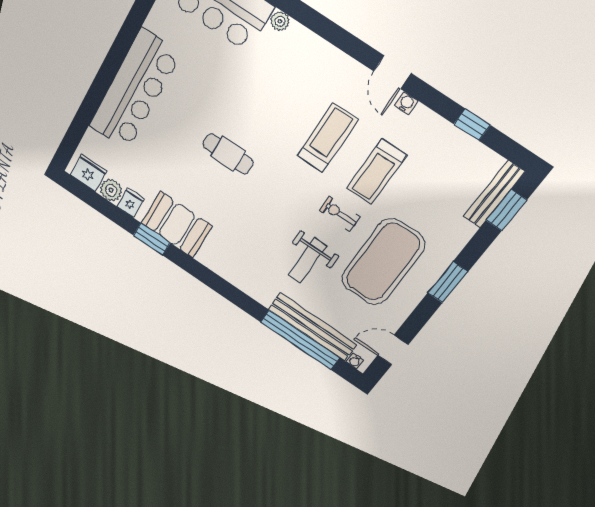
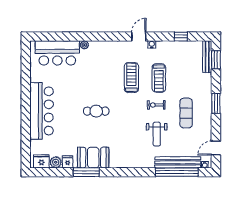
door: (392, 72) -> (139, 37), swing flipped
window: (152, 239) -> (86, 172), width x1.44
exercise mat: (383, 262) -> (186, 113), width x0.50, depth x0.69

